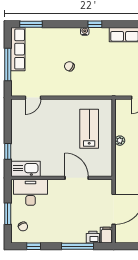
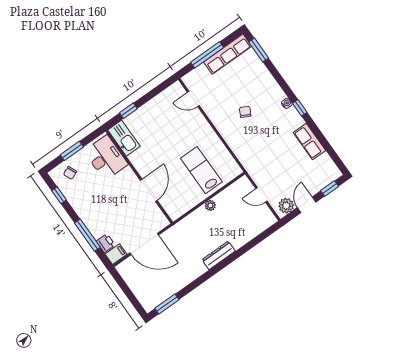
lab bench: (89, 129) -> (201, 170), turned -90

